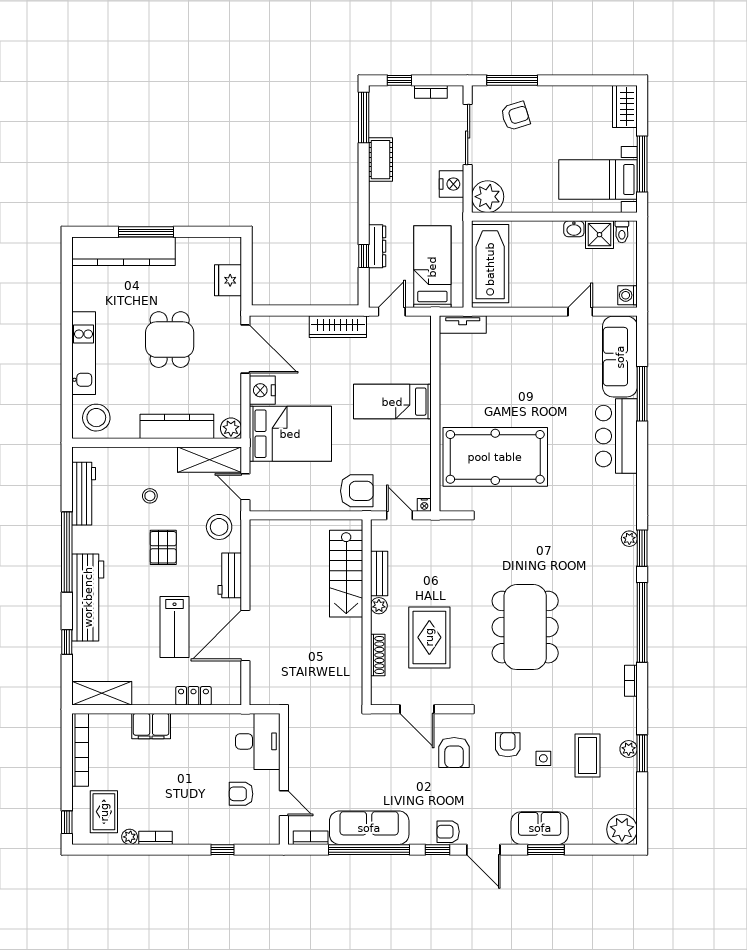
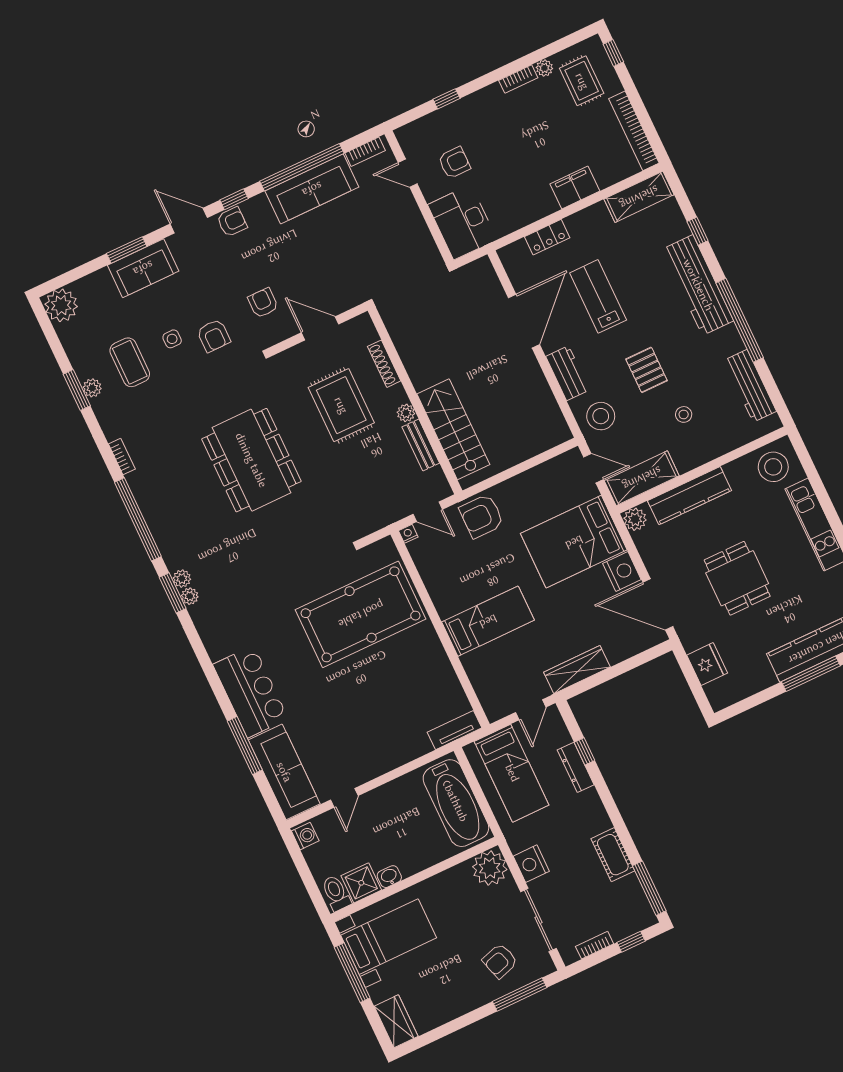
toilet: (622, 232) -> (336, 893), width x1.37, depth x1.39
plant: (629, 556) -> (182, 579), added
armchair: (454, 753) -> (263, 303), width x0.72, depth x0.72

